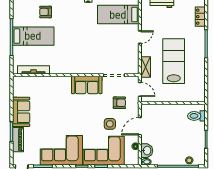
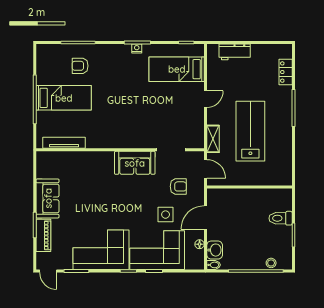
toilet: (196, 116) -> (281, 218), moved

